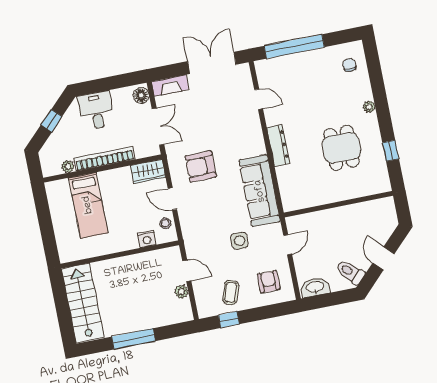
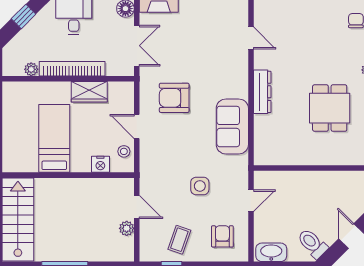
wardrobe: (148, 171) -> (89, 92), moved
sofa: (260, 191) -> (232, 126), width x0.73
bed: (88, 205) -> (54, 138), moved, turned 180

